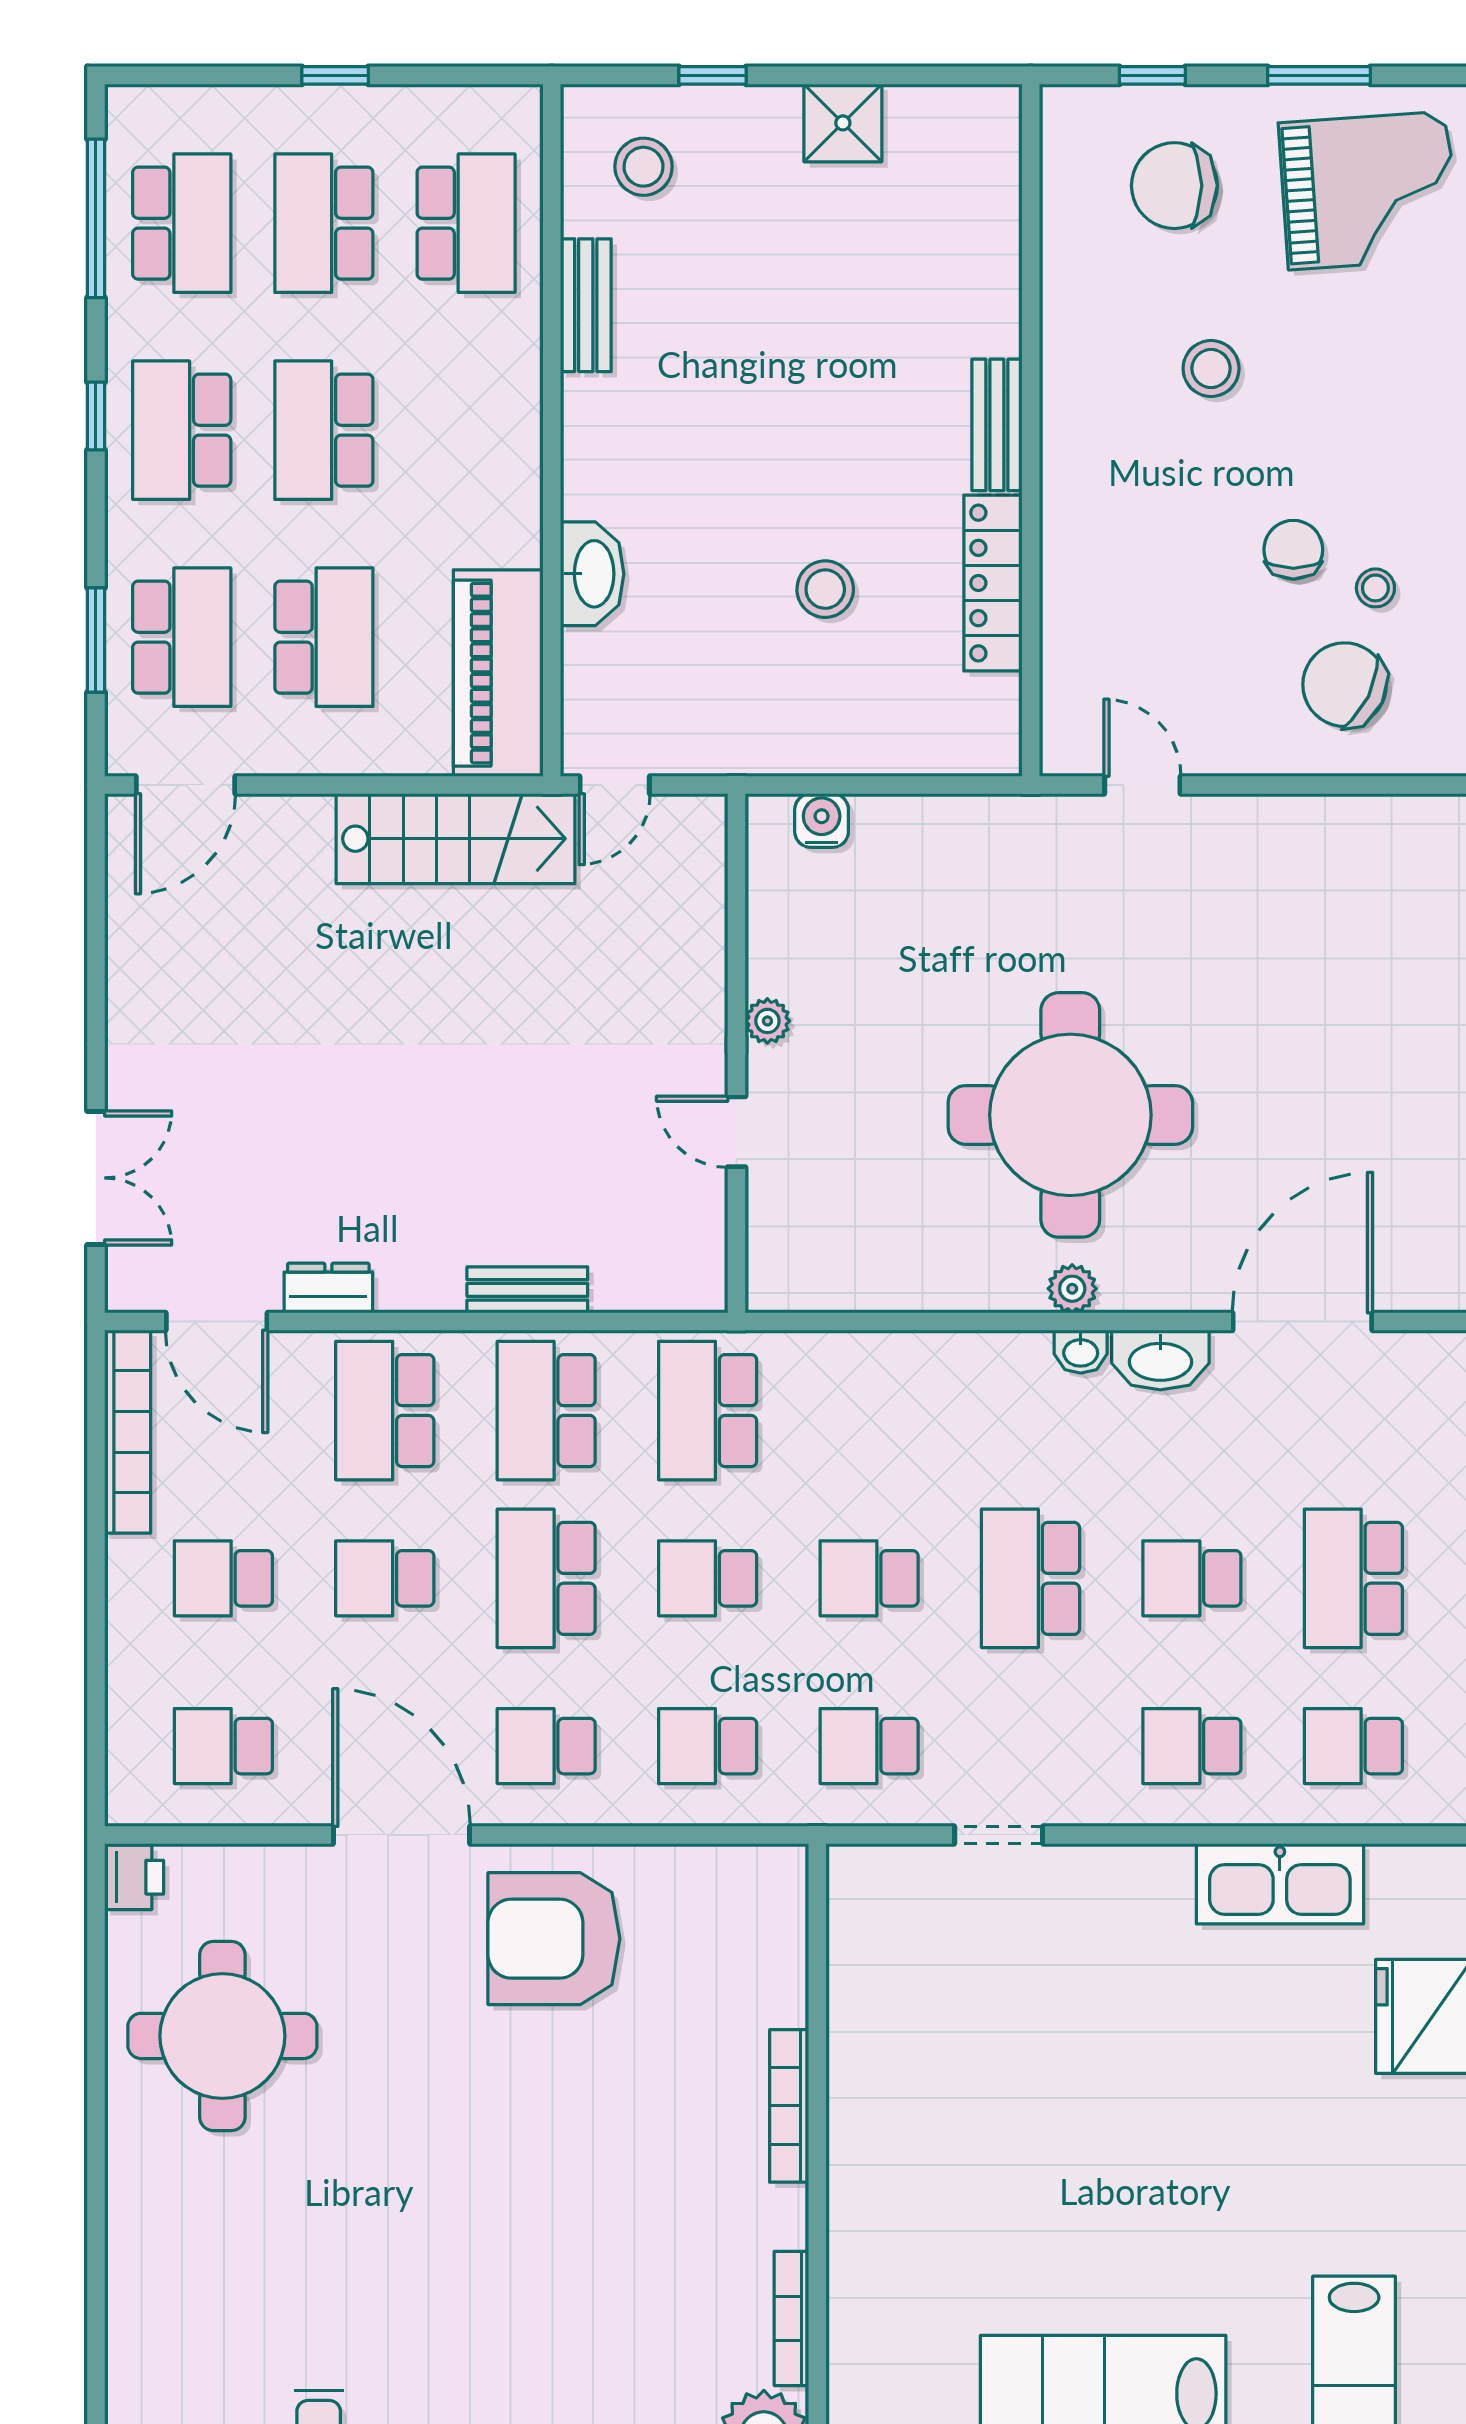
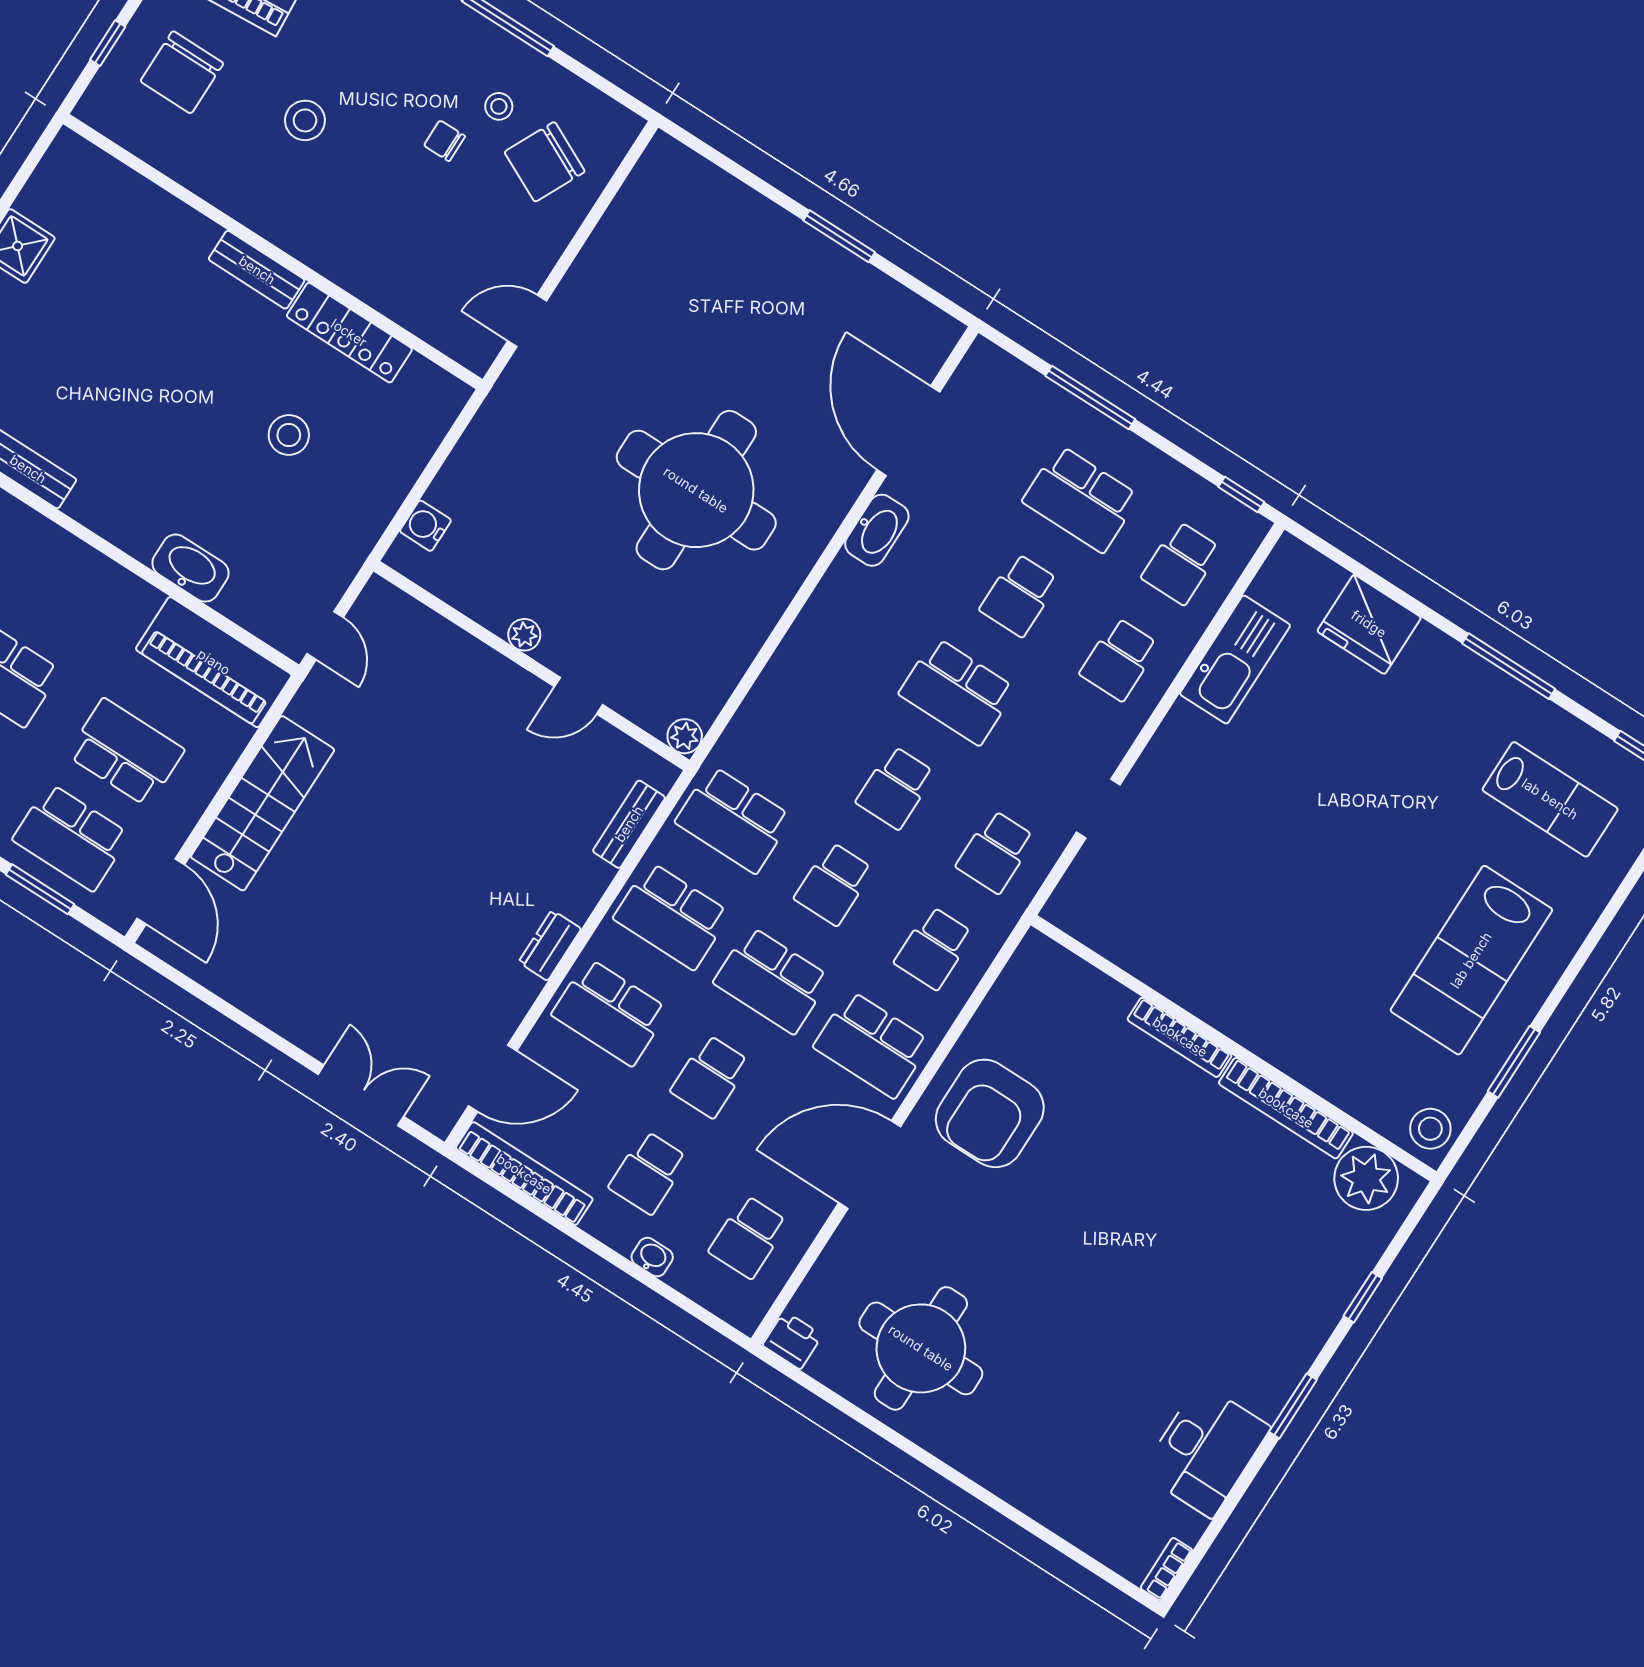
chair: (1293, 550) -> (445, 141), width x0.73, depth x0.73
school desk: (182, 637) -> (71, 837), turned 180
stairs: (456, 839) -> (263, 803), moved
dresser: (328, 1288) -> (550, 945), moved
plant: (1072, 1289) -> (685, 736), moved
bench: (527, 1290) -> (629, 824), moved
washbasin: (1081, 1352) -> (652, 1257), moved, turned -90
school desk: (546, 1746) -> (872, 1044), width x1.85
bookcase: (791, 2318) -> (1286, 1108), width x1.48, depth x1.31

